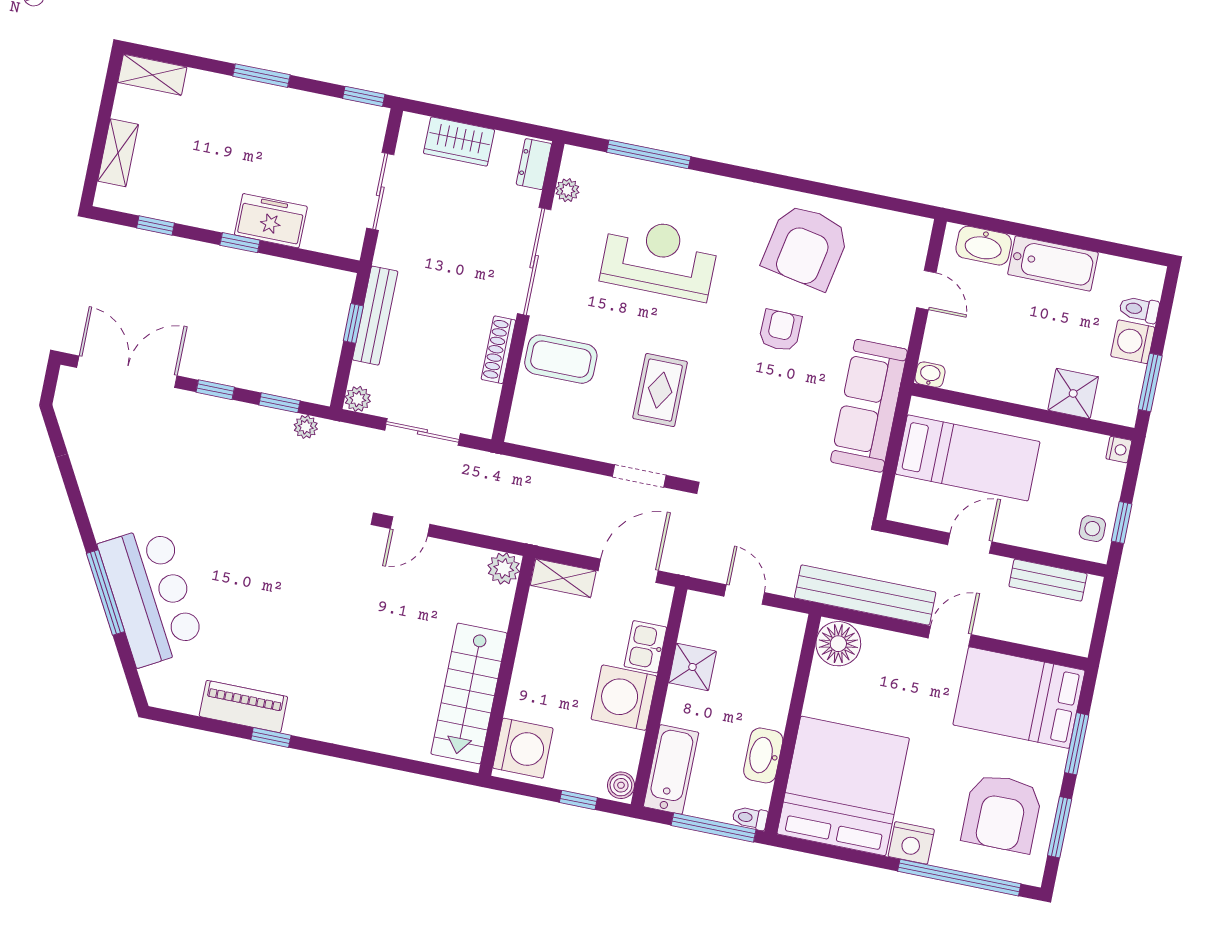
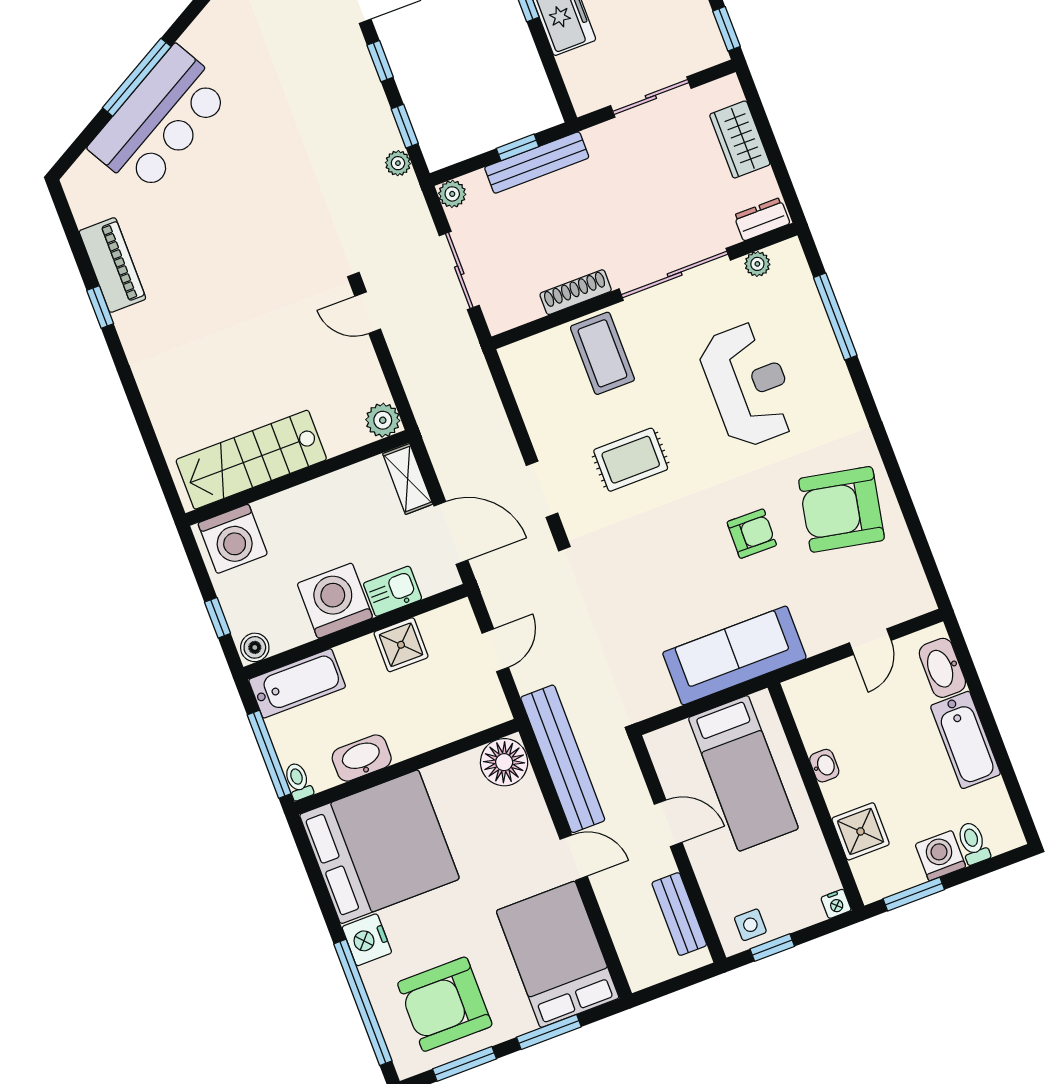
washbasin: (930, 375) -> (824, 766), moved

